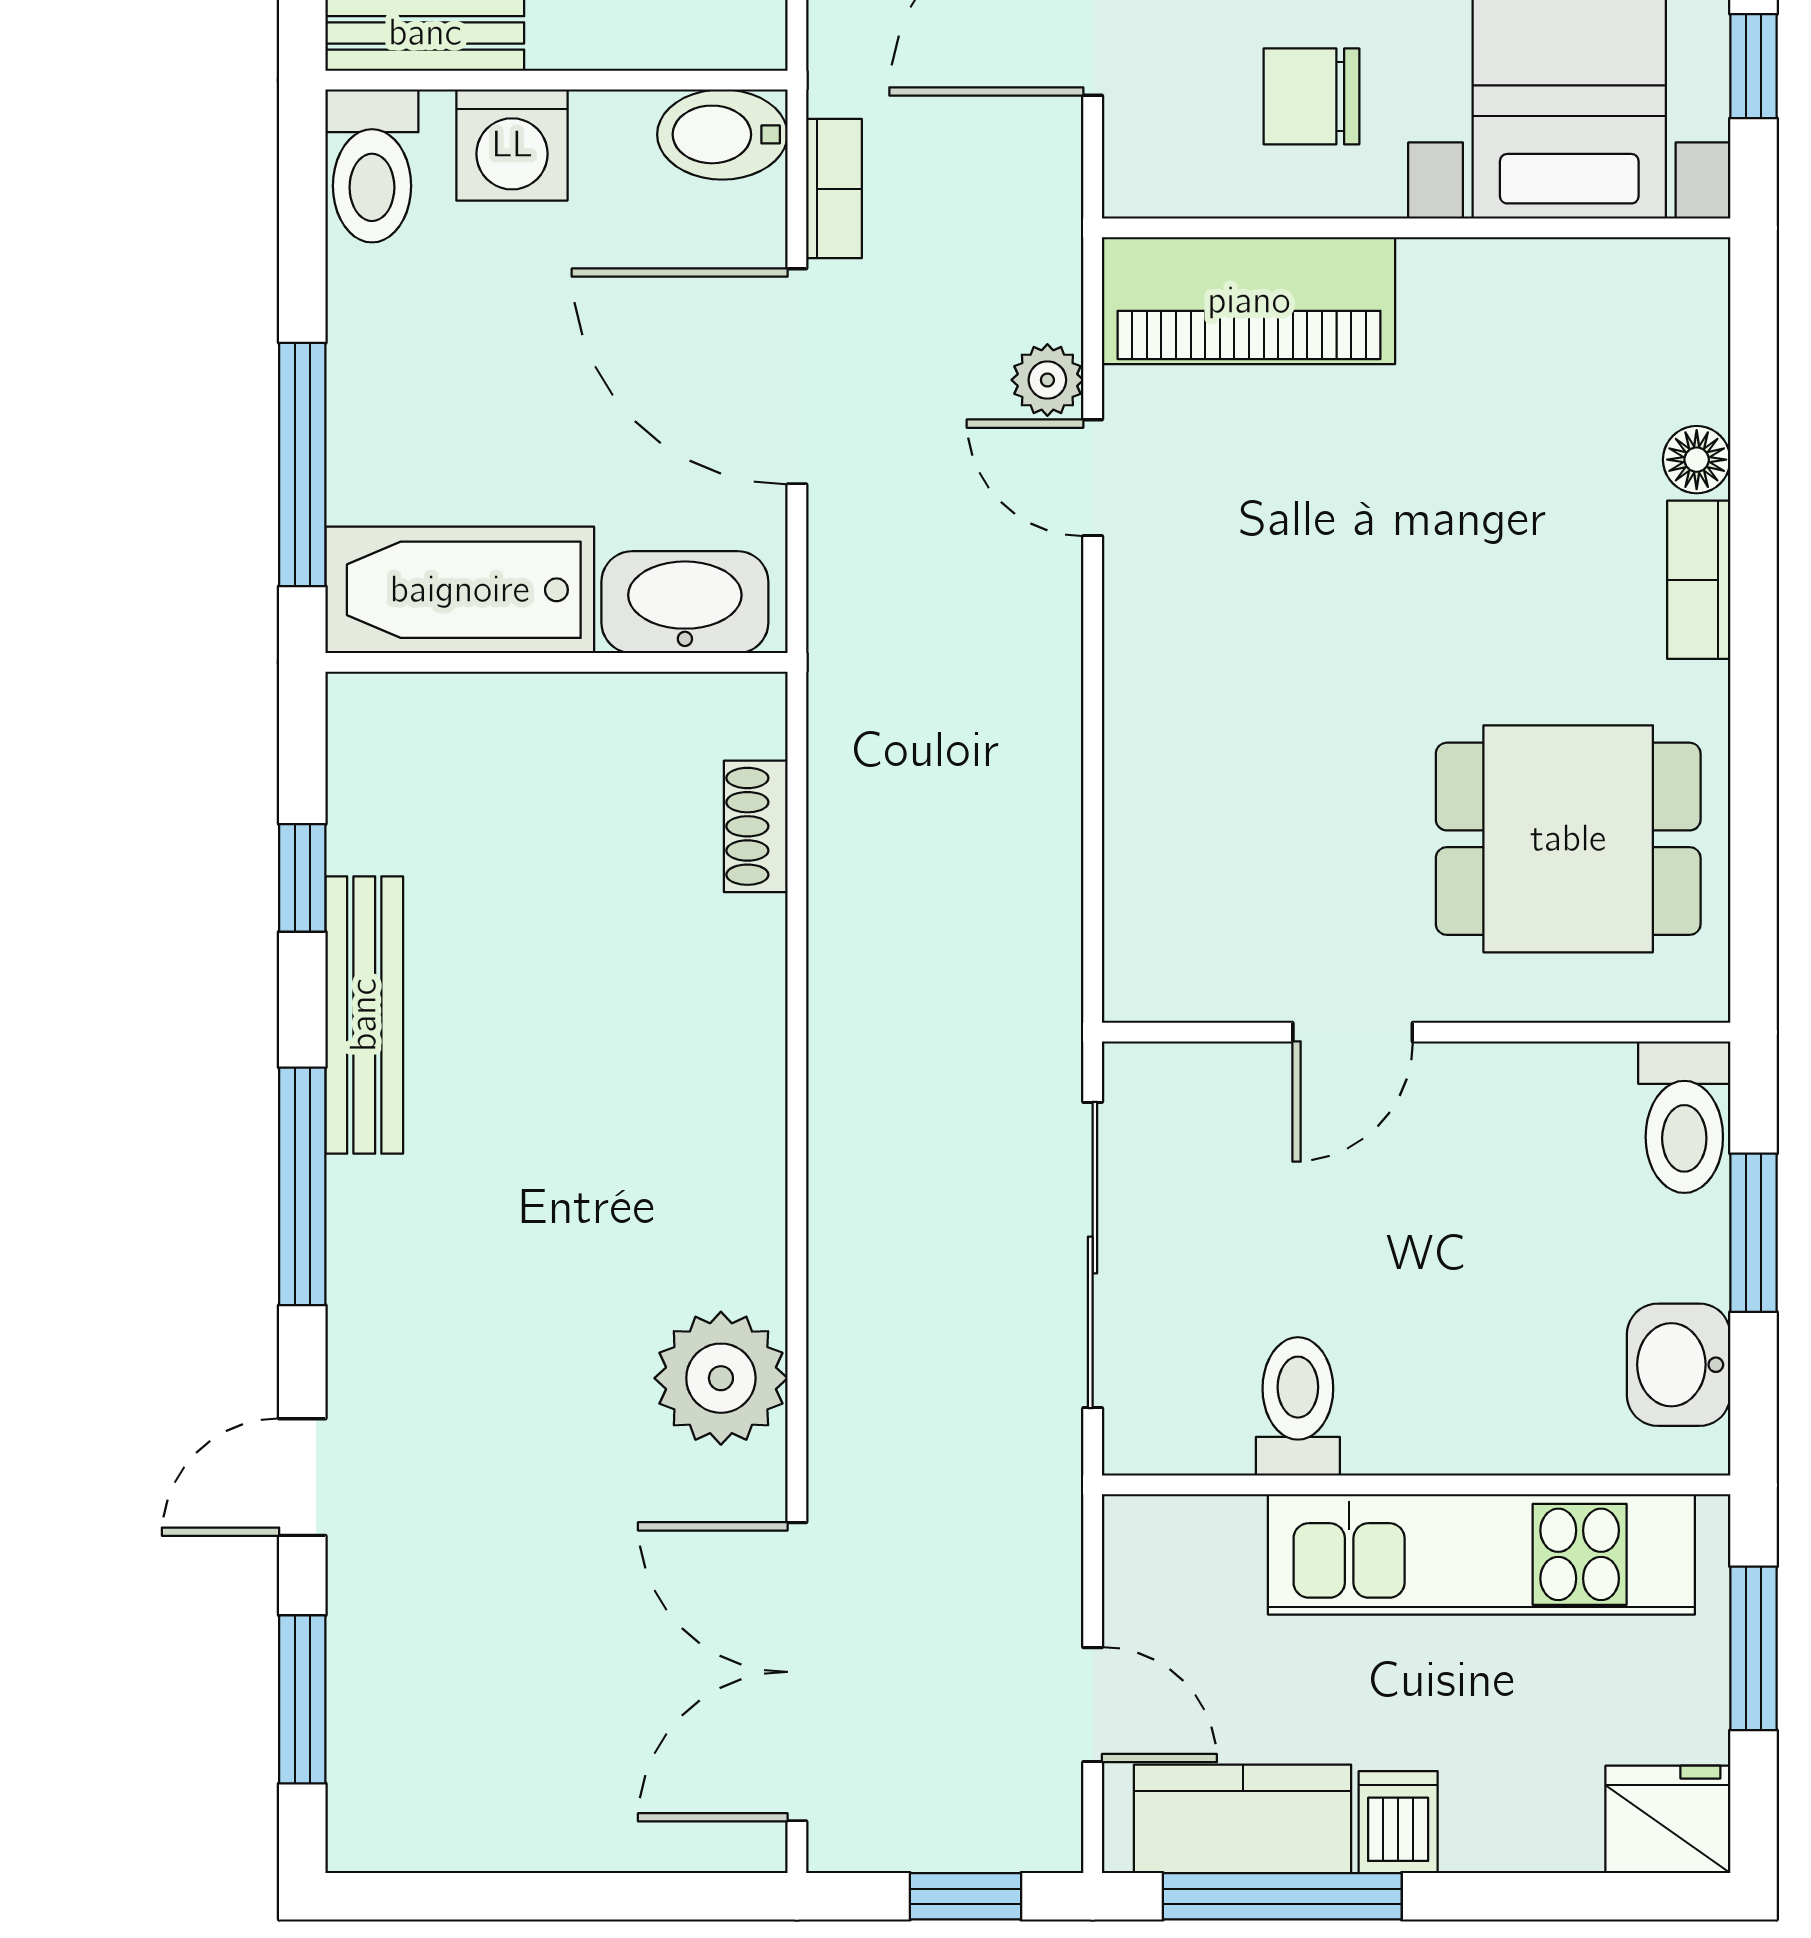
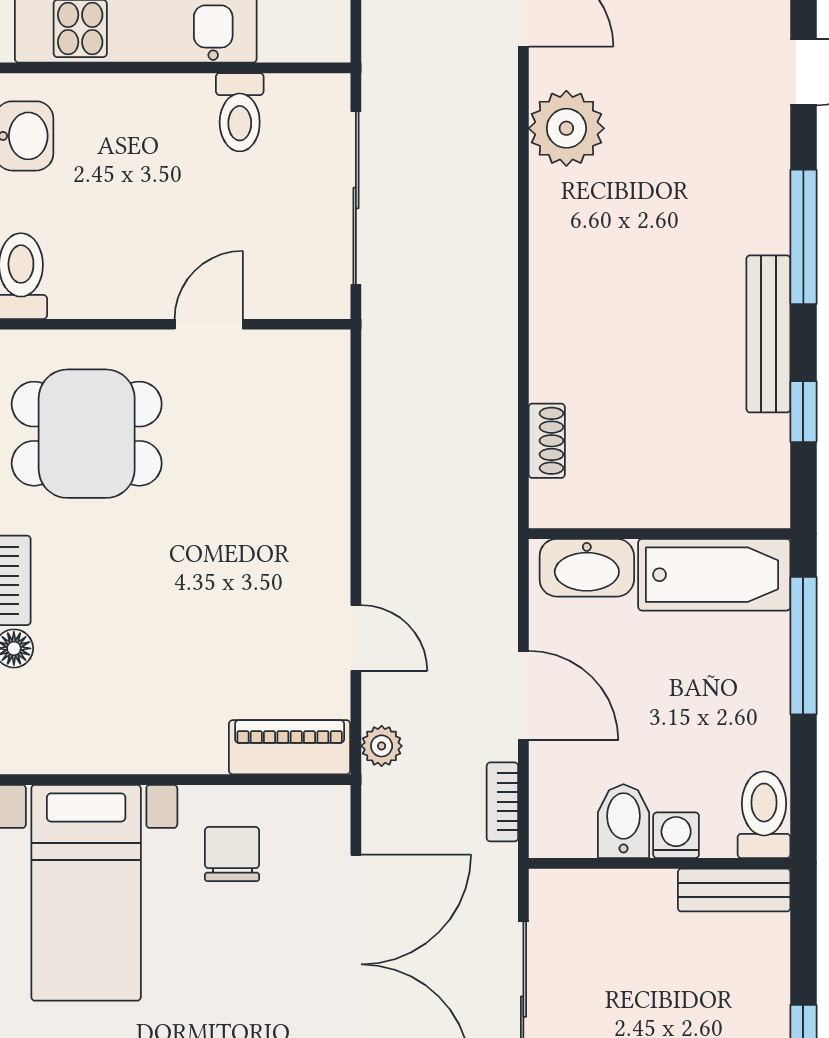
chair: (1311, 96) -> (232, 854), turned -90
bidet: (722, 134) -> (623, 821), moved, turned -90
washing machine: (512, 145) -> (676, 835), width x0.73, depth x0.73
piano: (1249, 301) -> (290, 747), width x0.73, depth x0.75
door: (797, 376) -> (523, 696), width x0.73
plant: (1047, 380) -> (382, 746), moved

